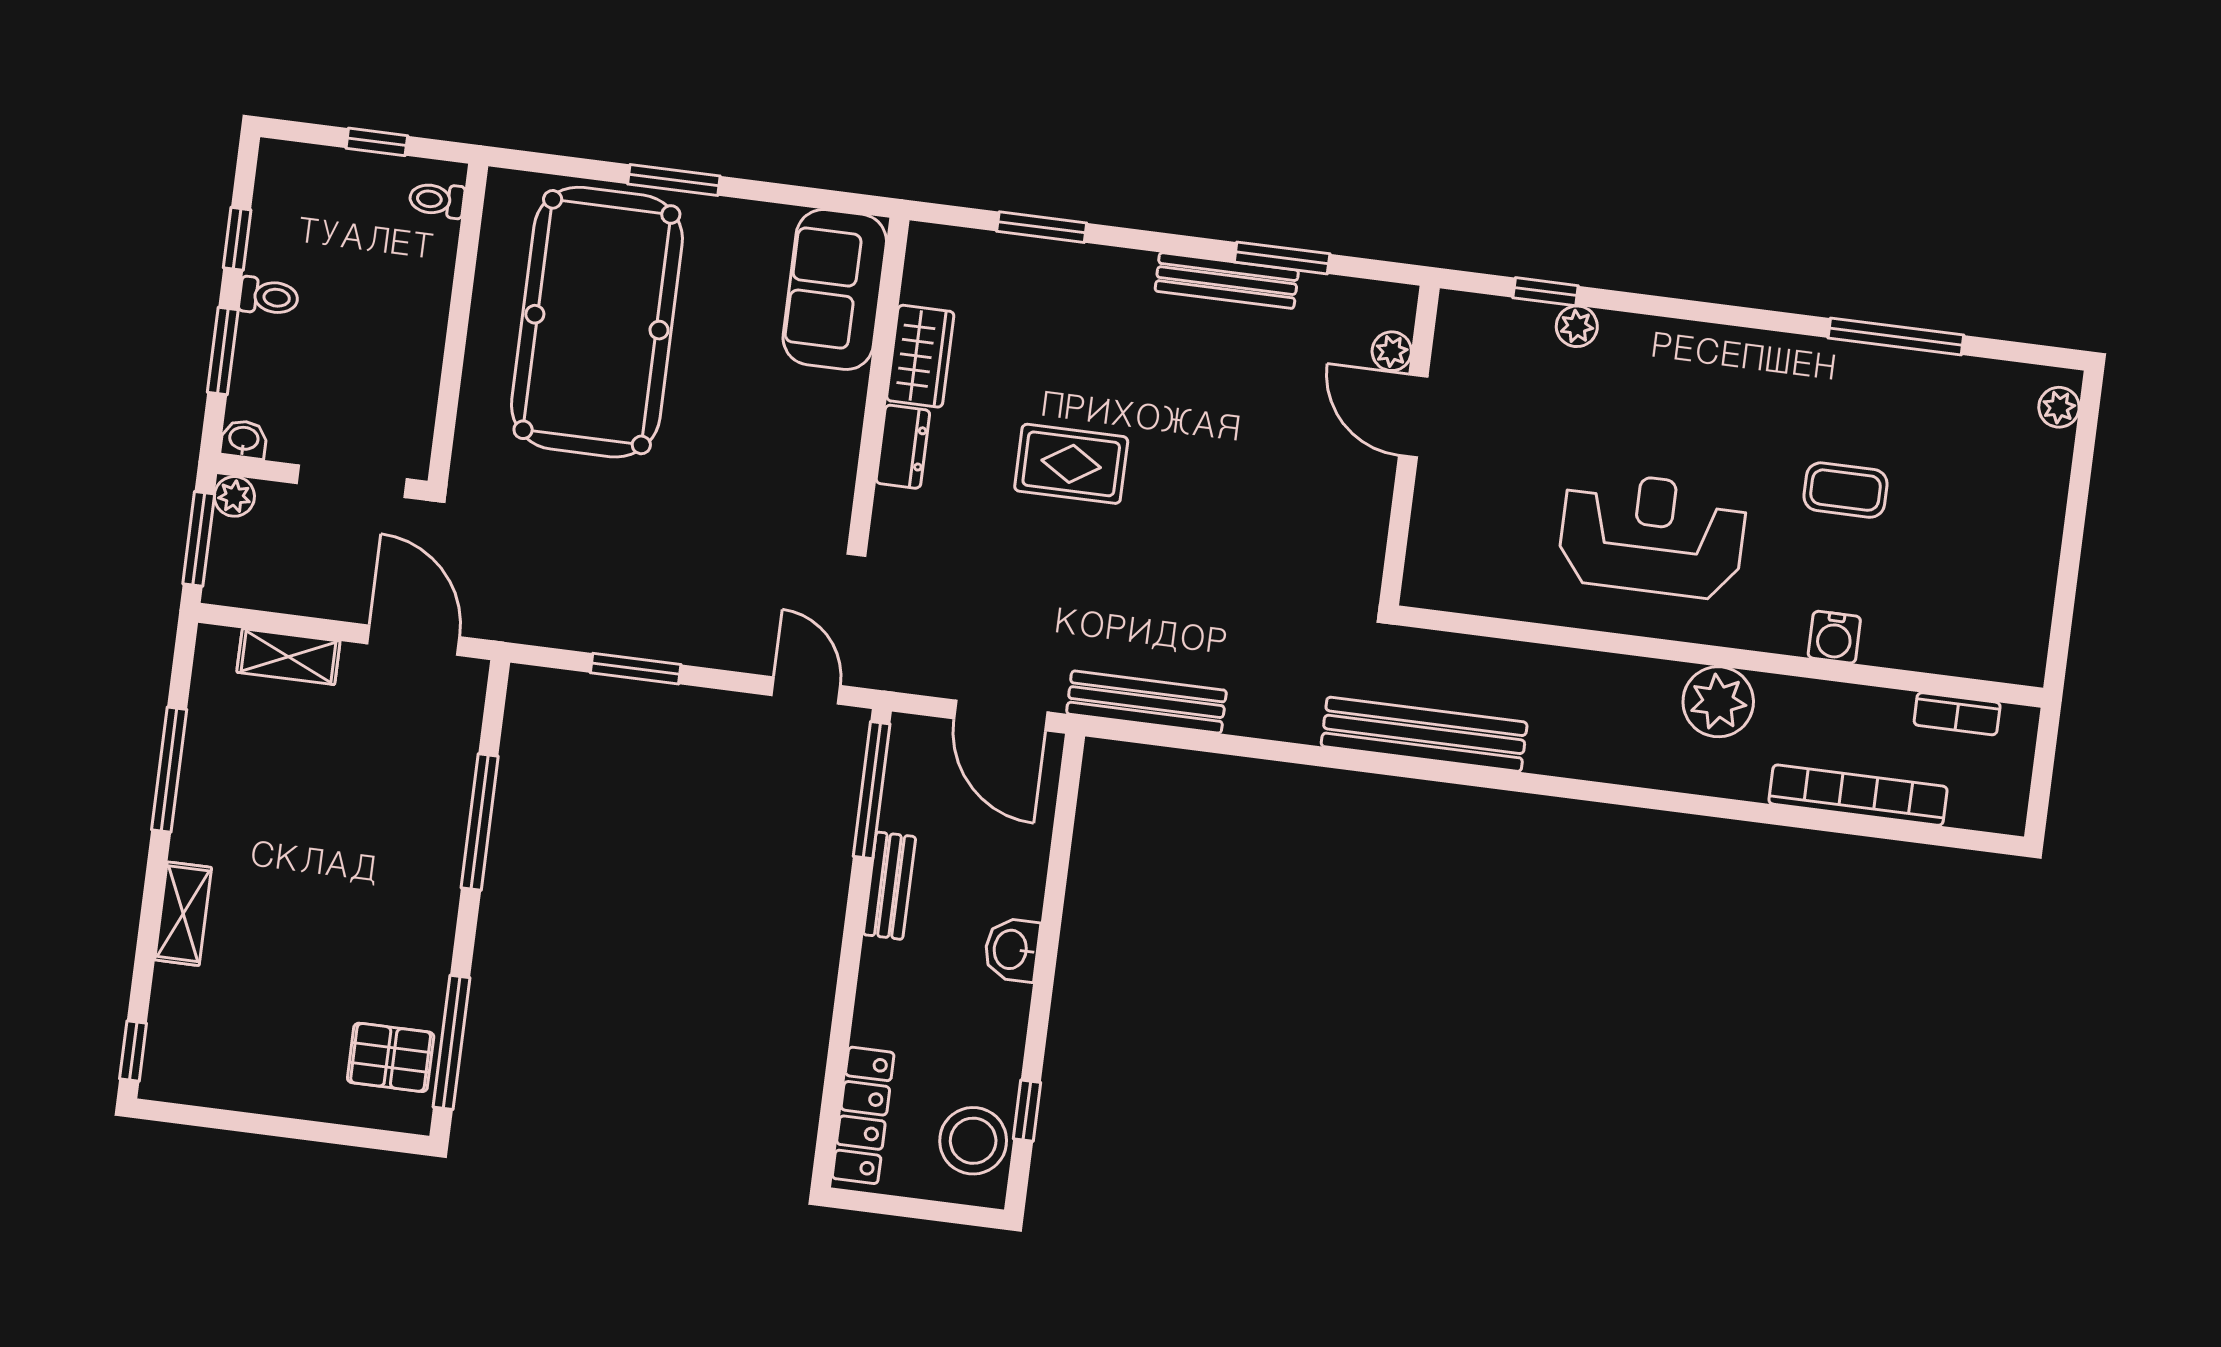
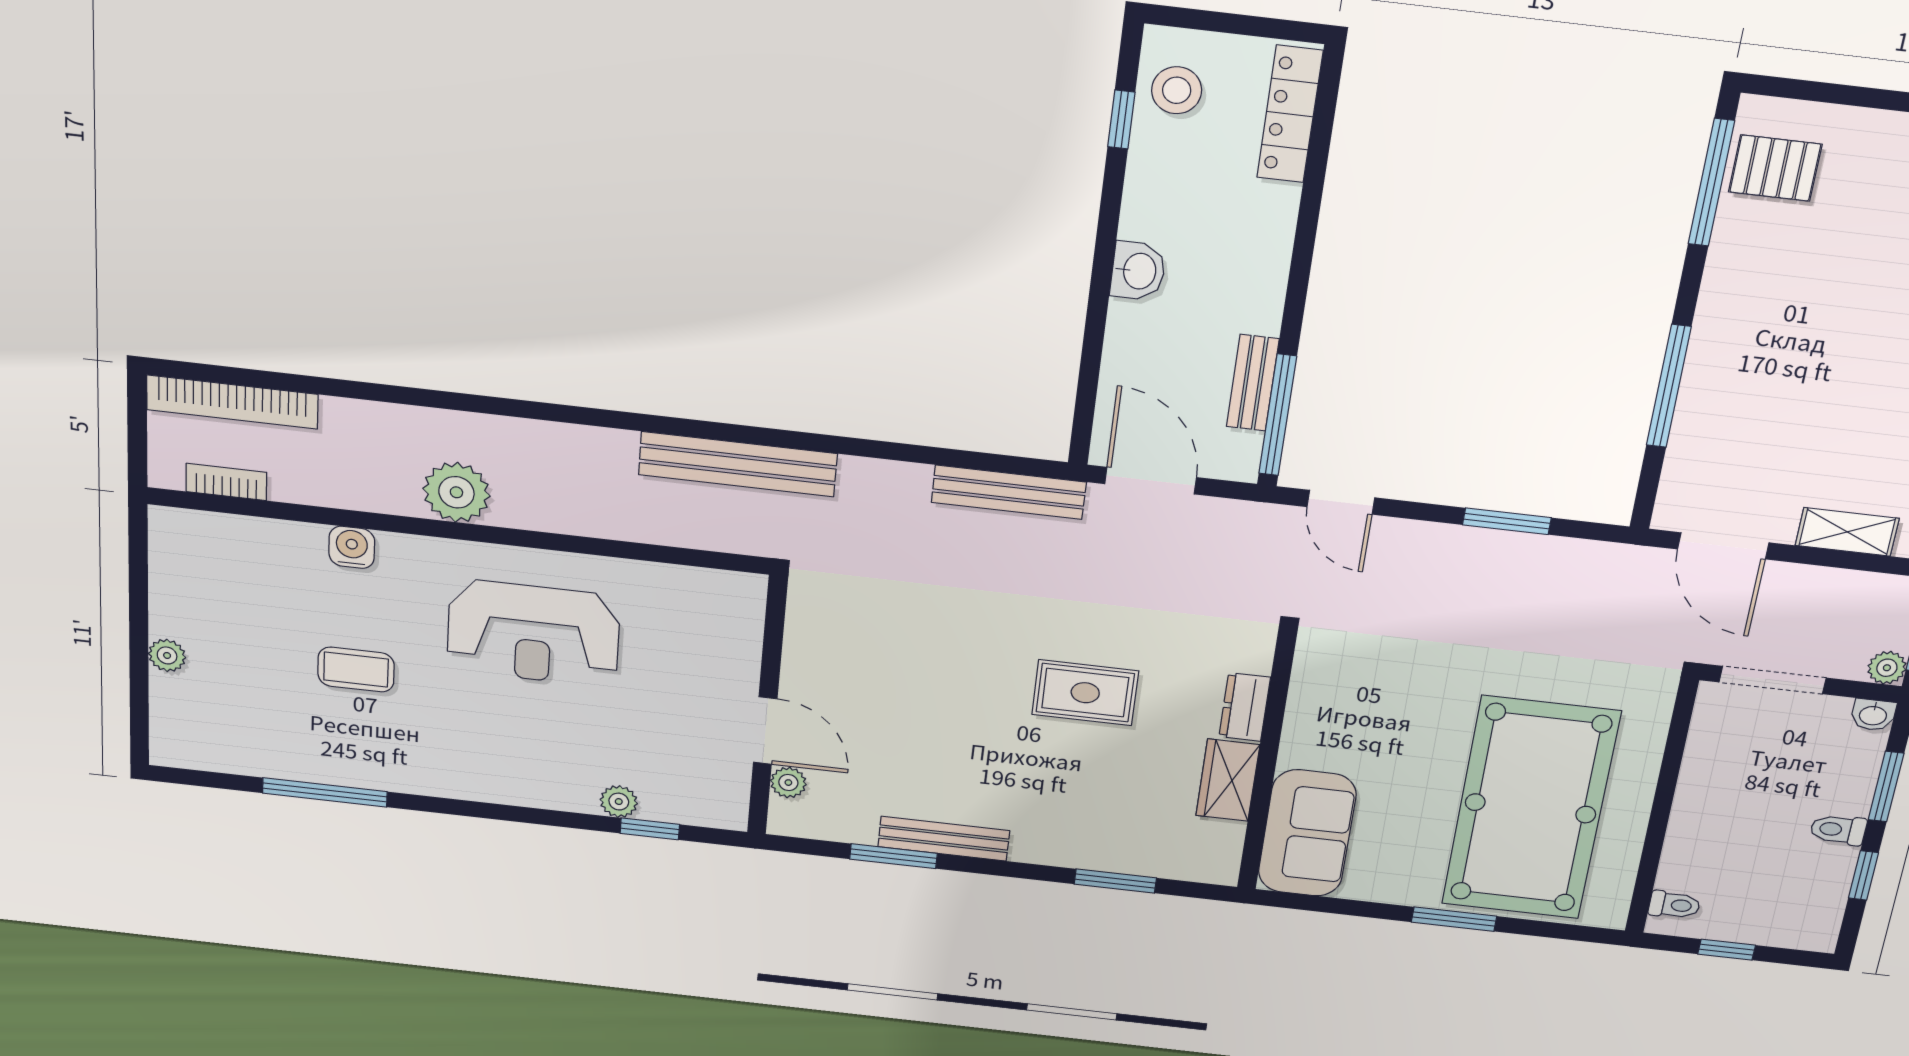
plant: (2059, 407) -> (167, 655), moved
bookcase: (1858, 795) -> (232, 402), moved
bench: (889, 886) -> (1253, 383), moved
stool: (973, 1141) -> (1177, 90), width x0.73, depth x0.73

